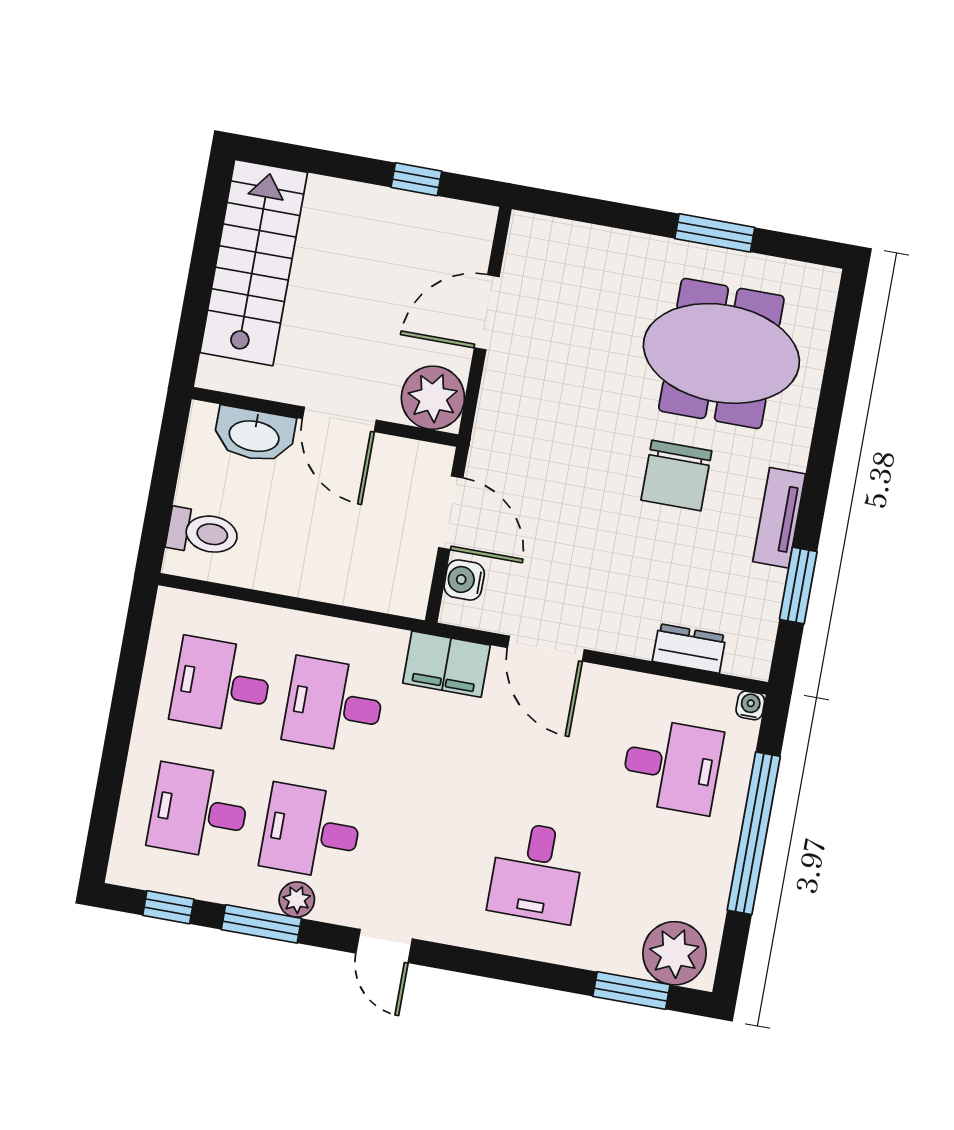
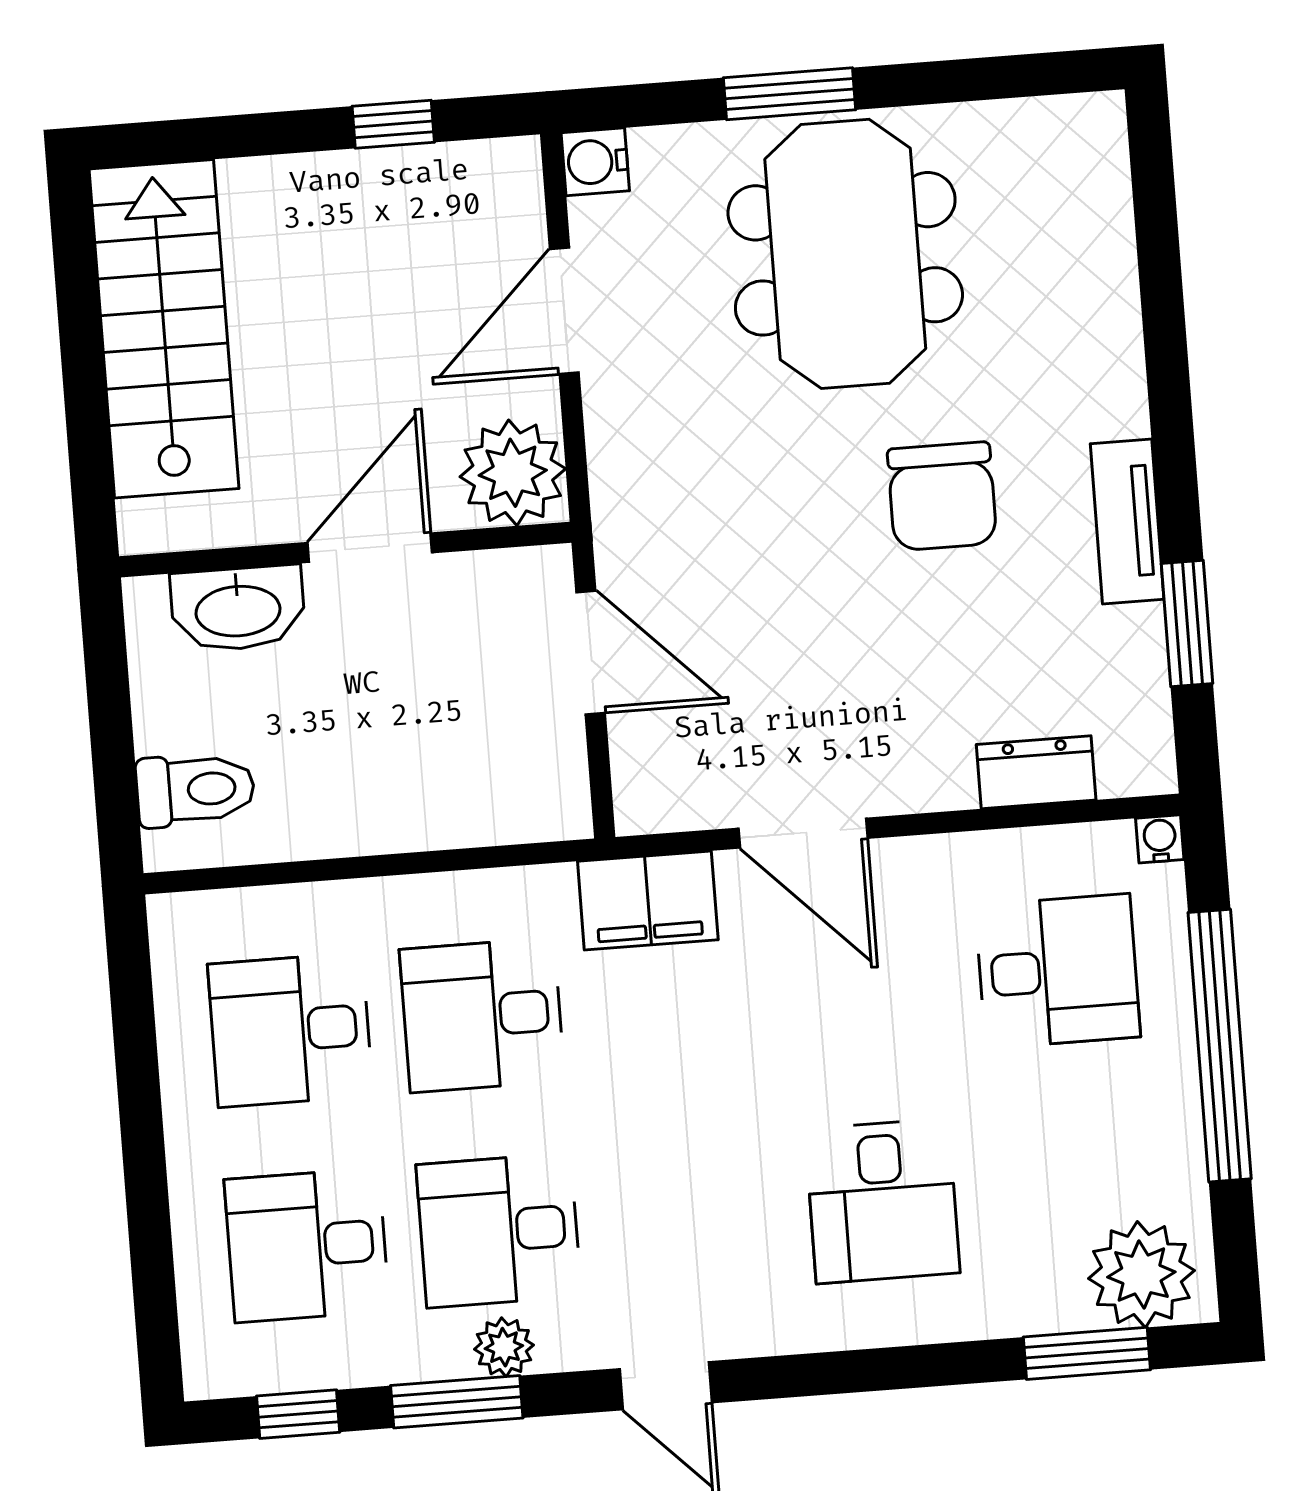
window: (715, 233) -> (790, 94), moved
meeting table: (721, 353) -> (845, 254), moved, turned 90
door: (339, 419) -> (370, 548), swing flipped
water cooler: (464, 580) -> (595, 162), moved

